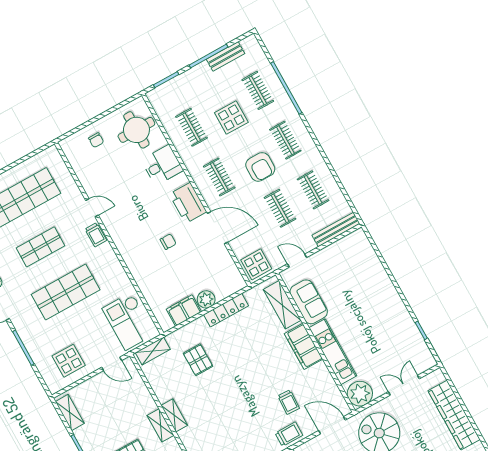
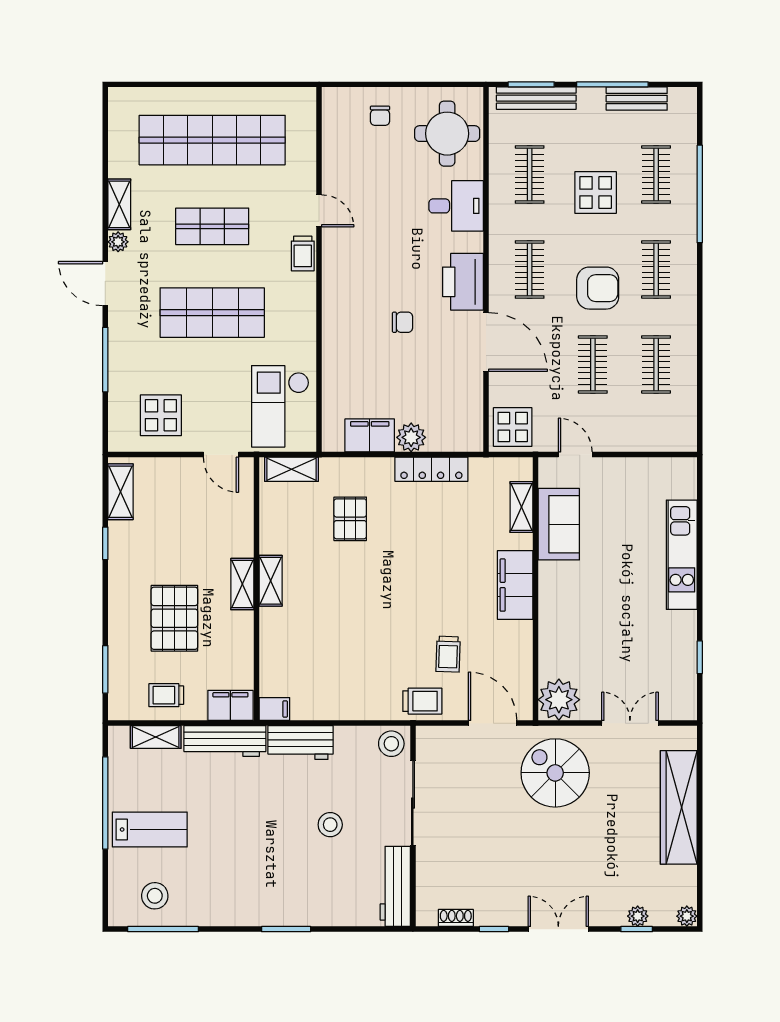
armchair: (260, 167) -> (598, 288), turned -90
bench: (336, 229) -> (536, 98), moved
shelving: (282, 305) -> (521, 507), width x0.67, depth x0.75
kitchen unit: (333, 352) -> (682, 555), moved, turned 180

